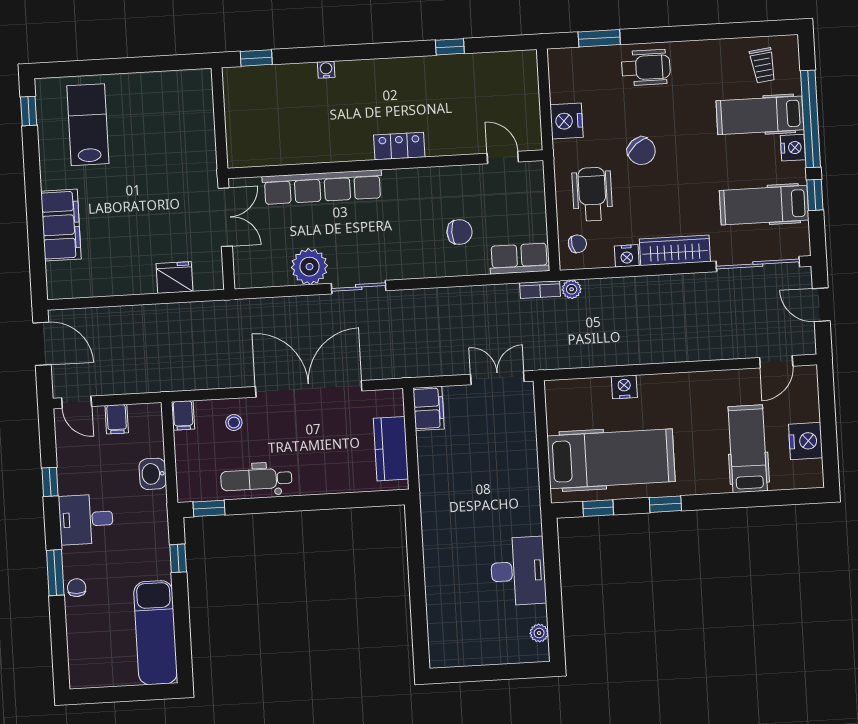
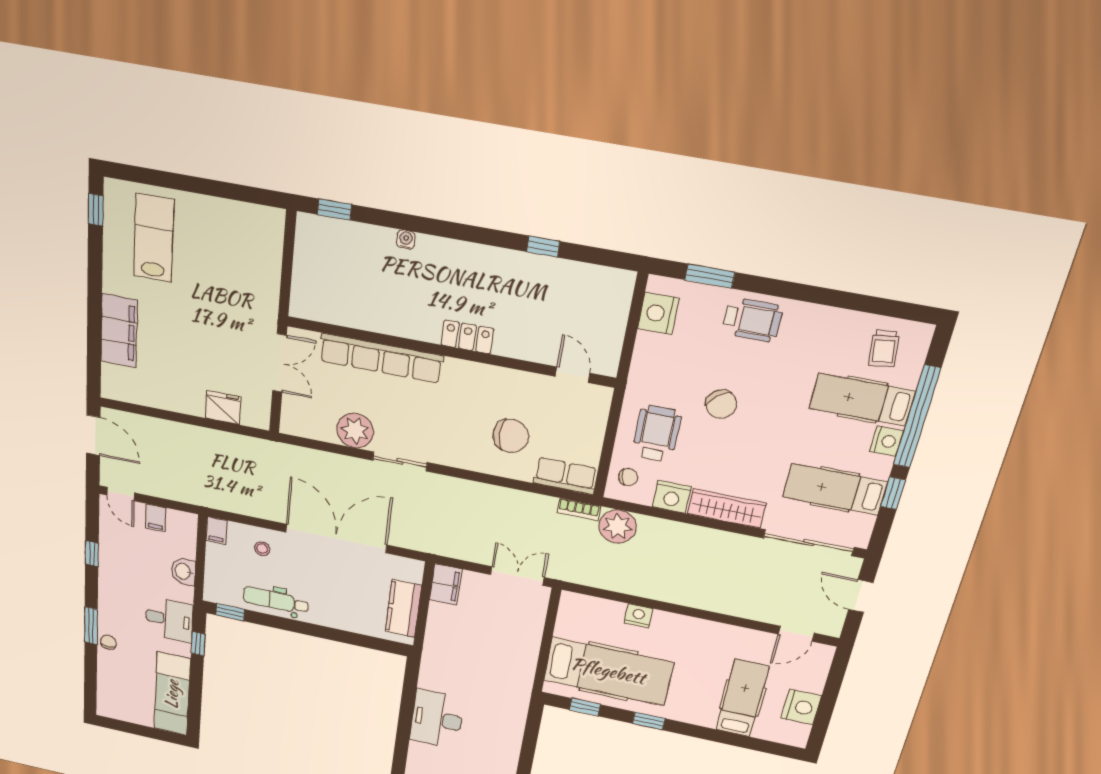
nightstand: (567, 121) -> (658, 313), moved
chair: (459, 232) -> (511, 436), width x1.37, depth x1.37
nightstand: (627, 256) -> (672, 497), width x1.36, depth x1.33
plant: (572, 289) -> (617, 527), width x1.88, depth x1.88
desk: (86, 519) -> (169, 619), moved, turned 180
desk: (518, 571) -> (437, 719), moved, turned 180

